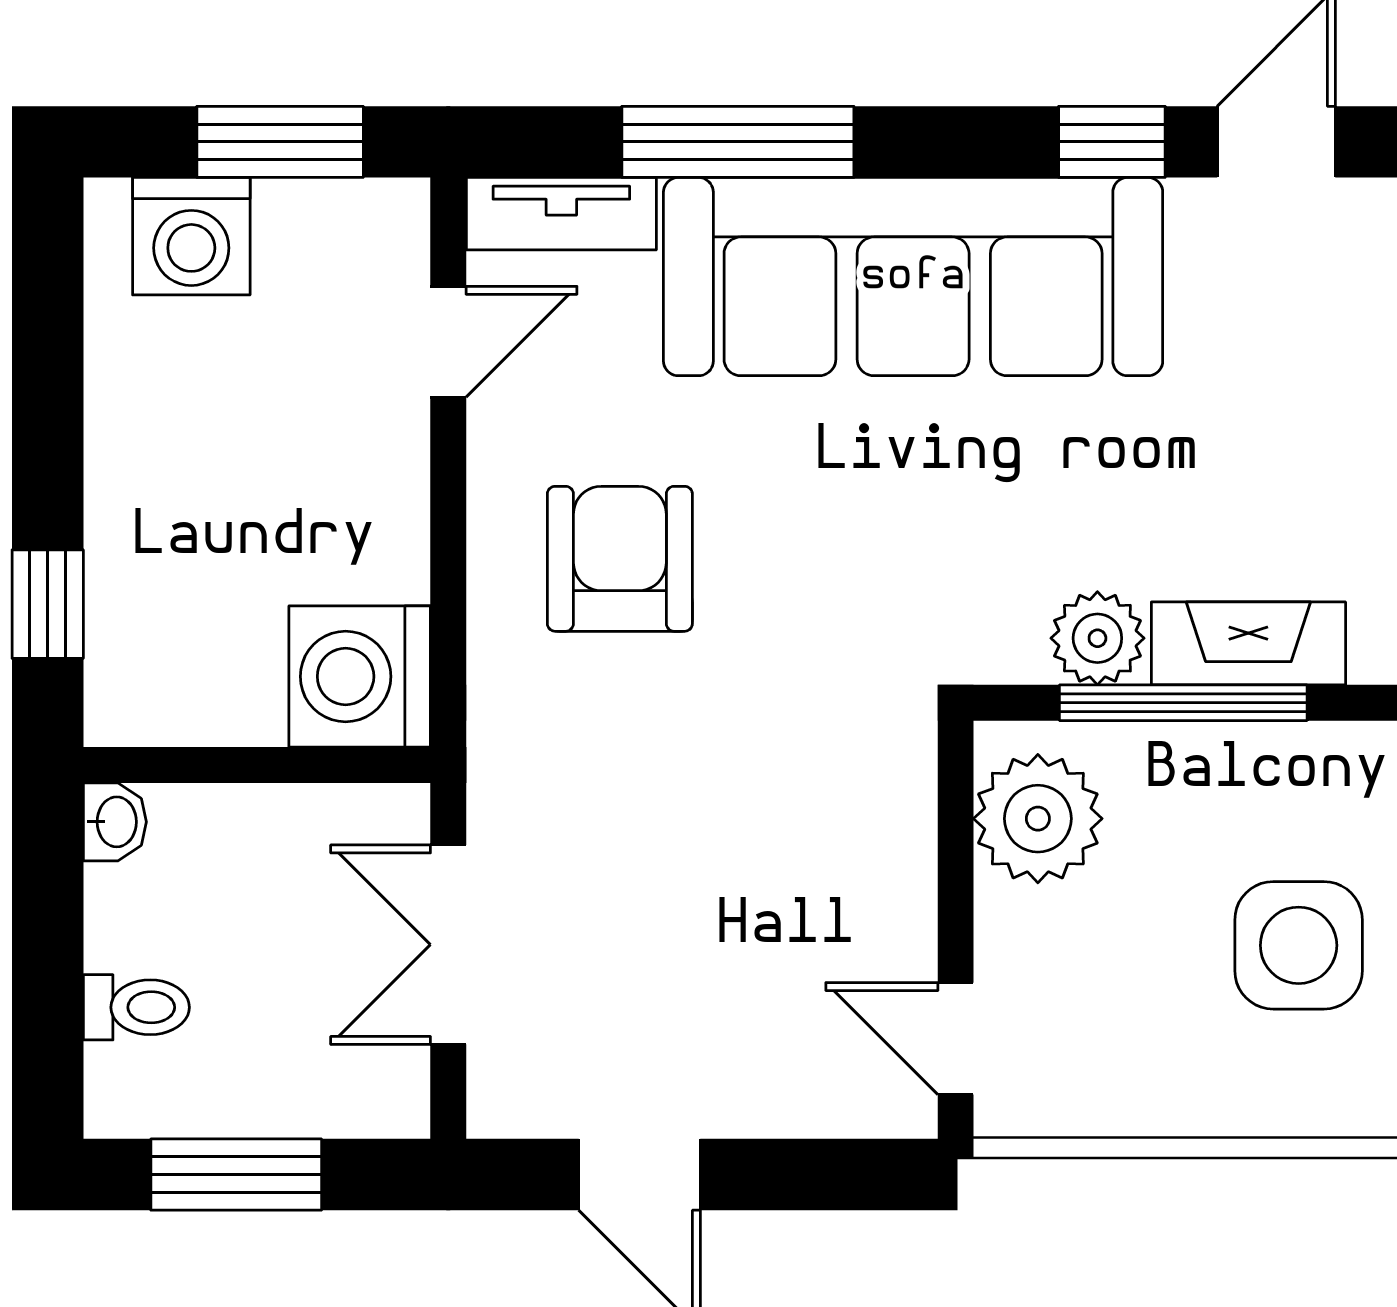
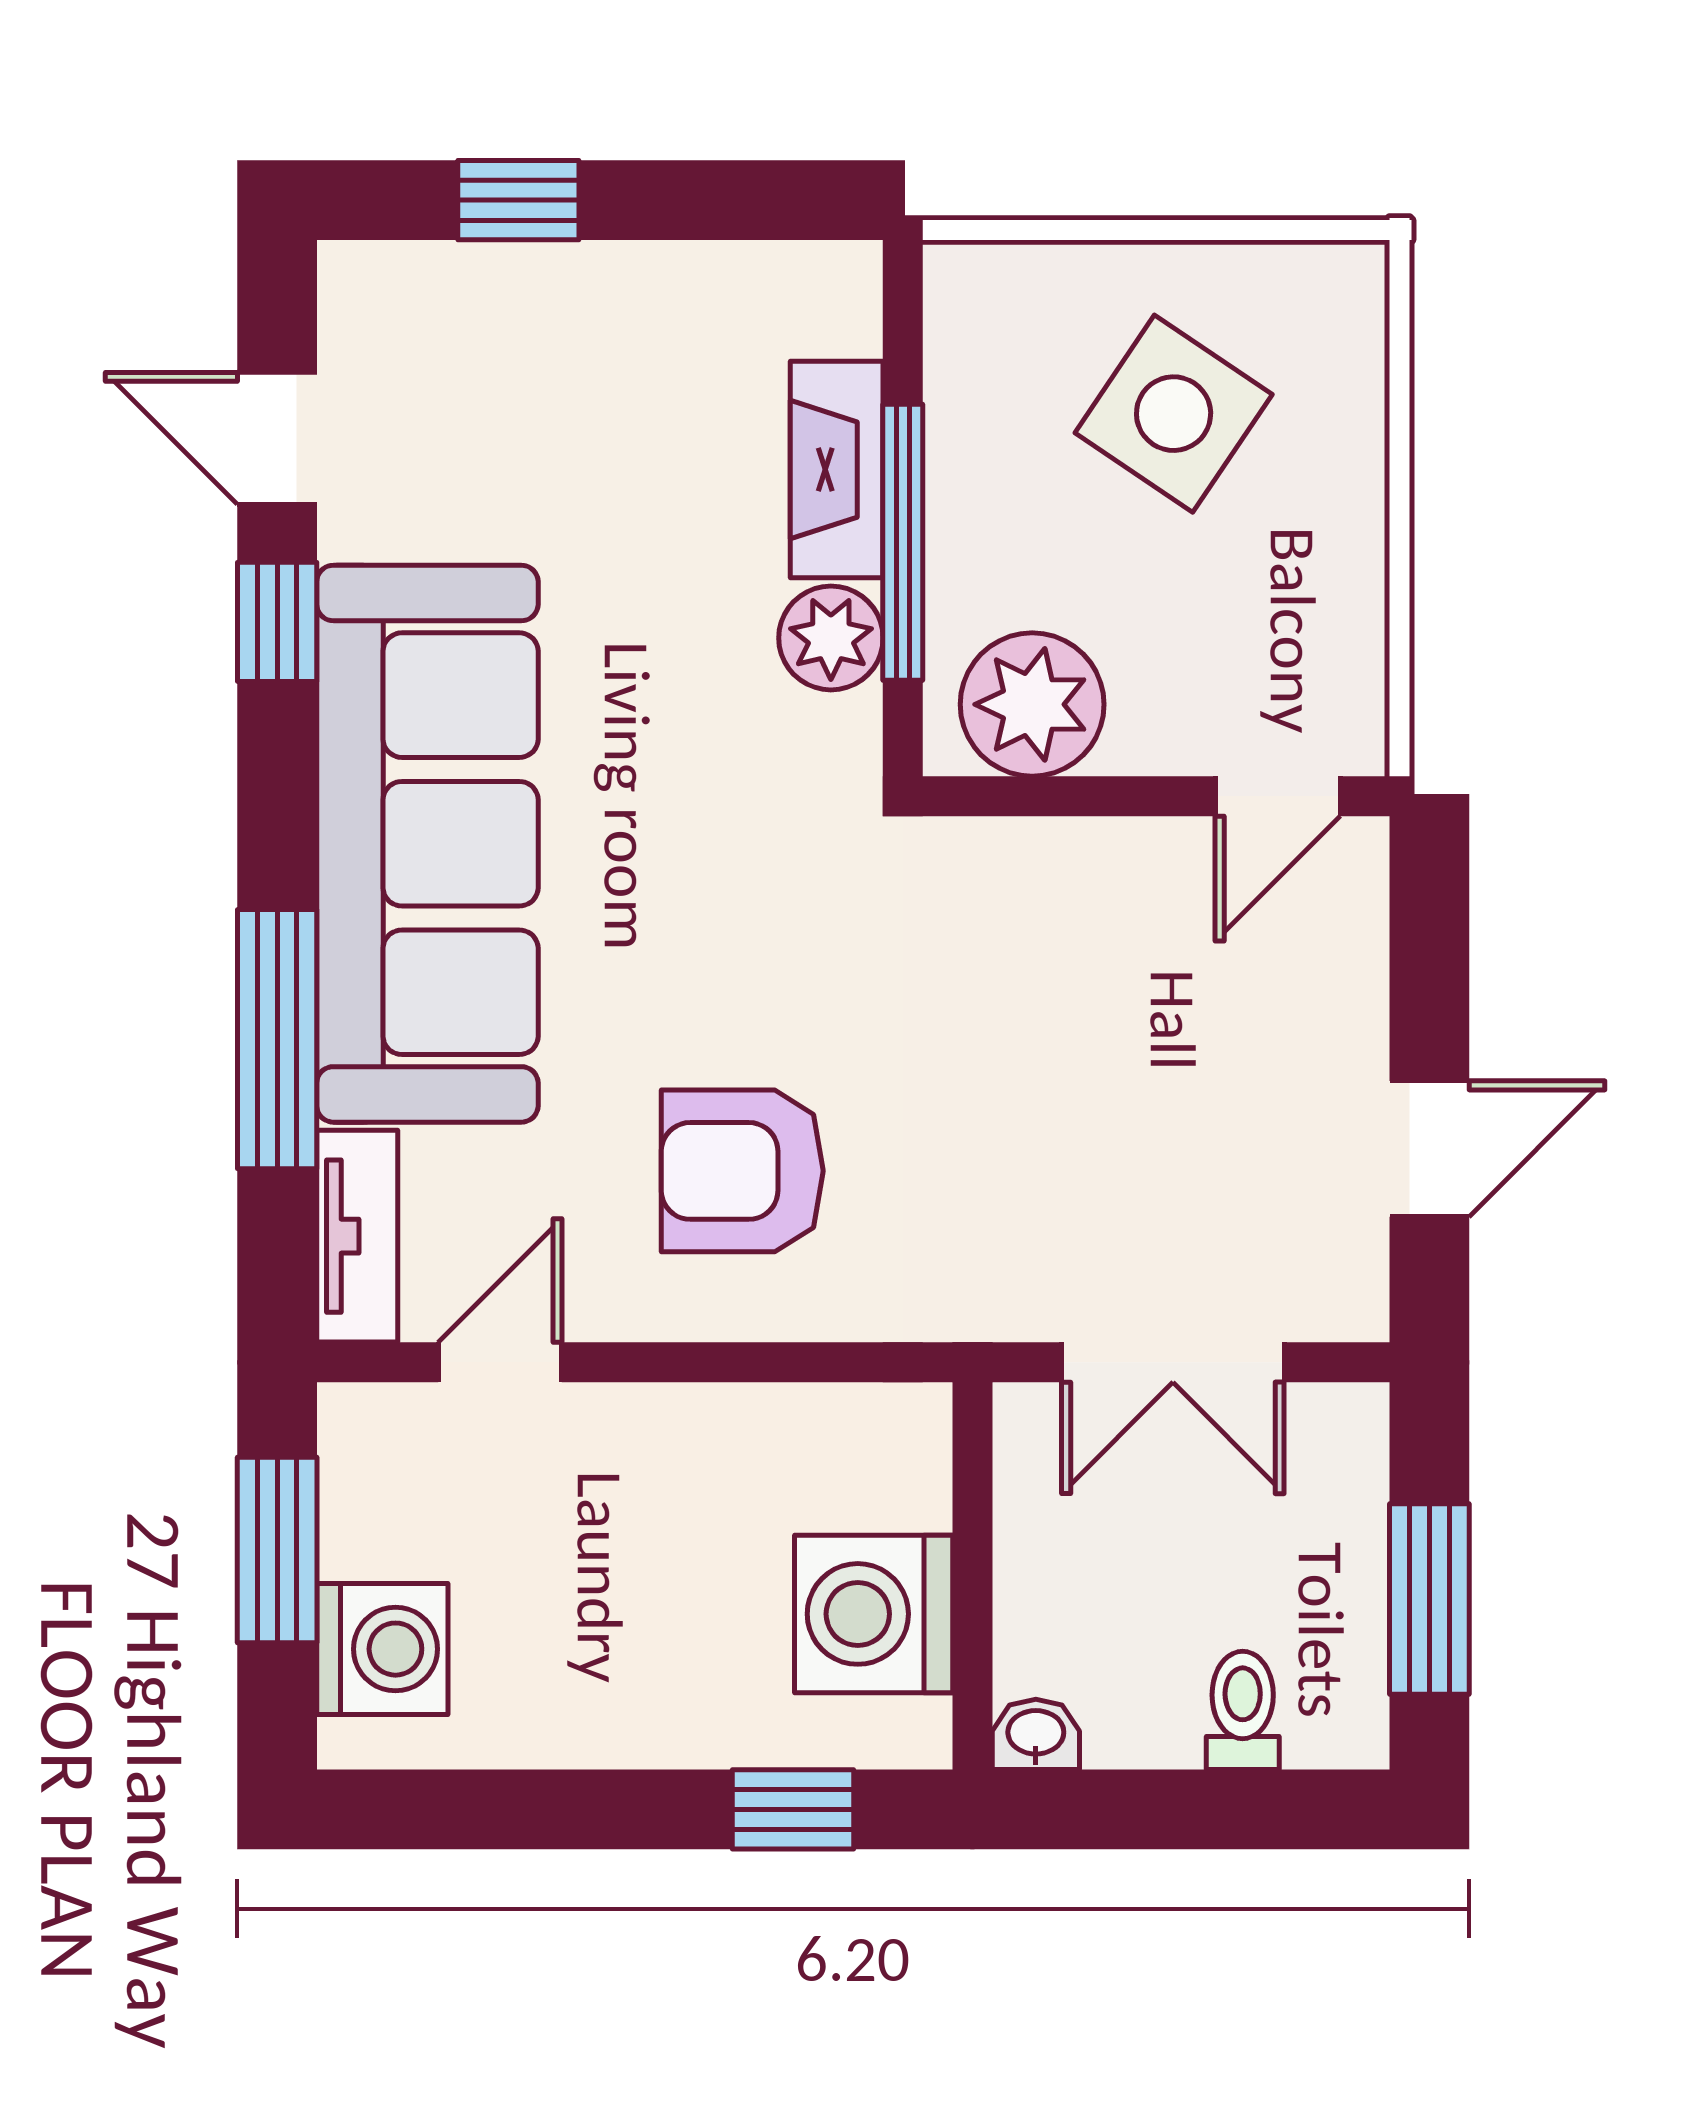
door: (448, 342) -> (500, 1362), hinge flipped
washing machine: (360, 676) -> (874, 1614), moved, turned 90
side table: (1299, 945) -> (1174, 414), turned 34

